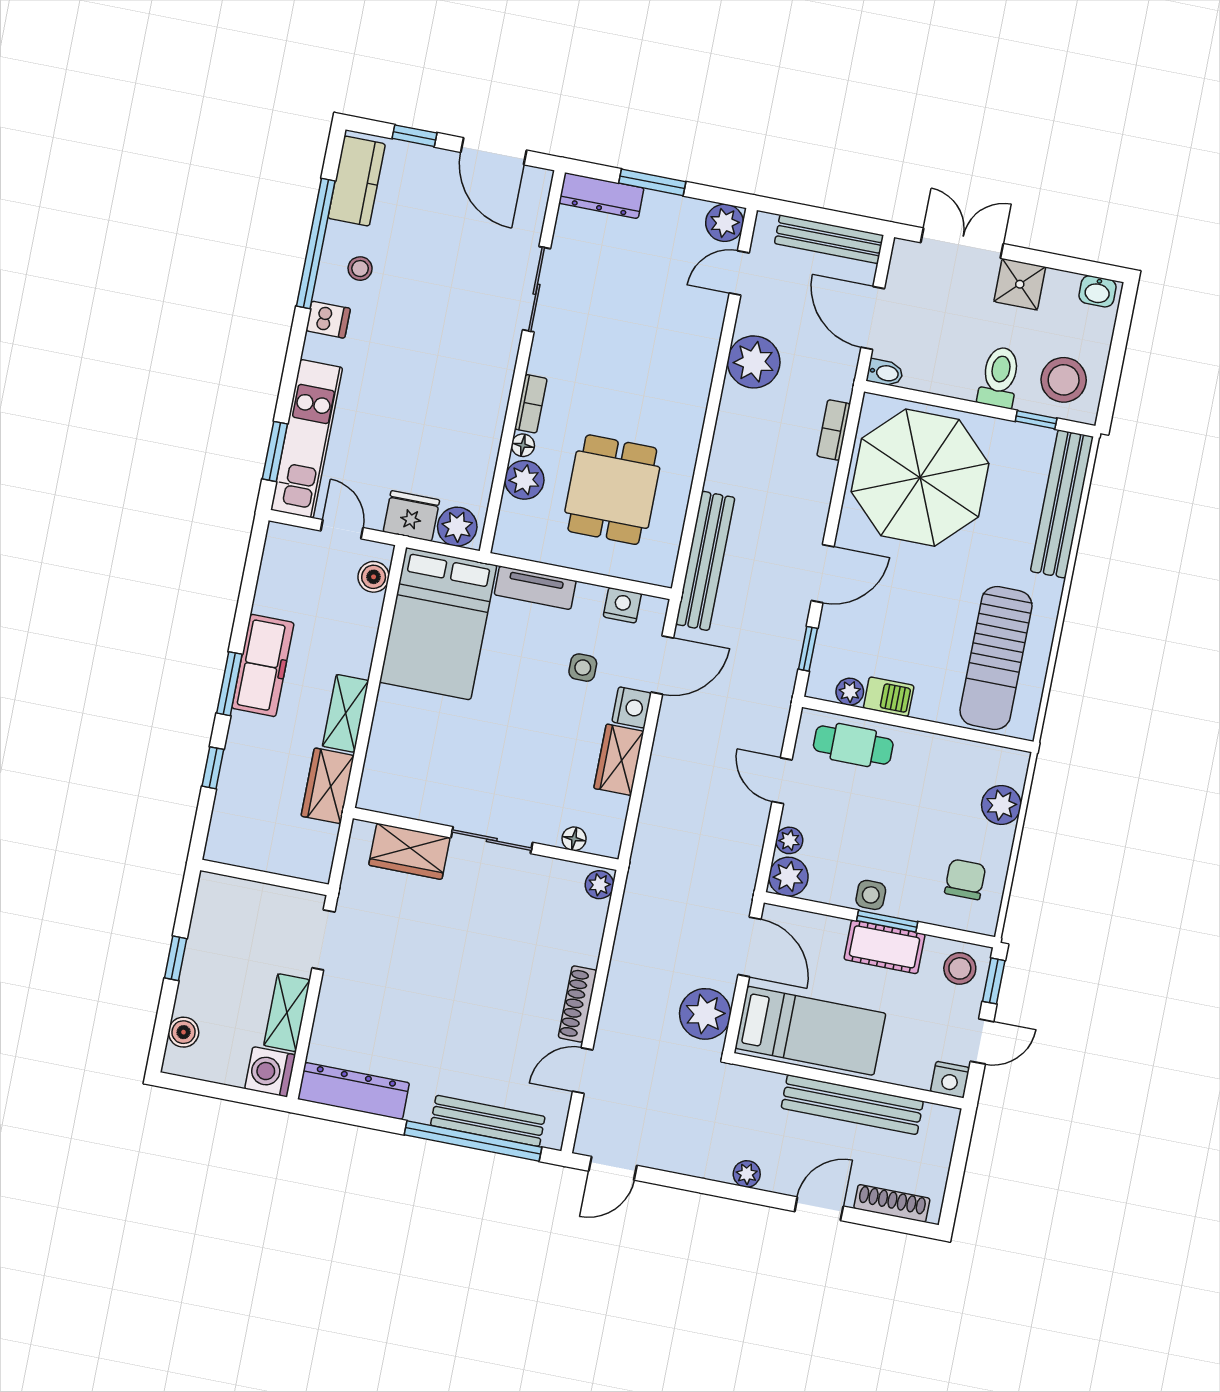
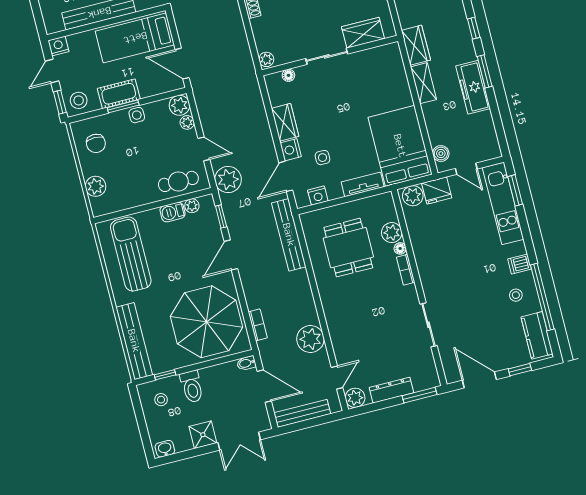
window: (652, 182) -> (420, 395), moved
dresser: (601, 196) -> (391, 390), moved
stool: (1064, 380) -> (161, 400), width x0.53, depth x0.53
plant: (705, 1014) -> (228, 179), moved

